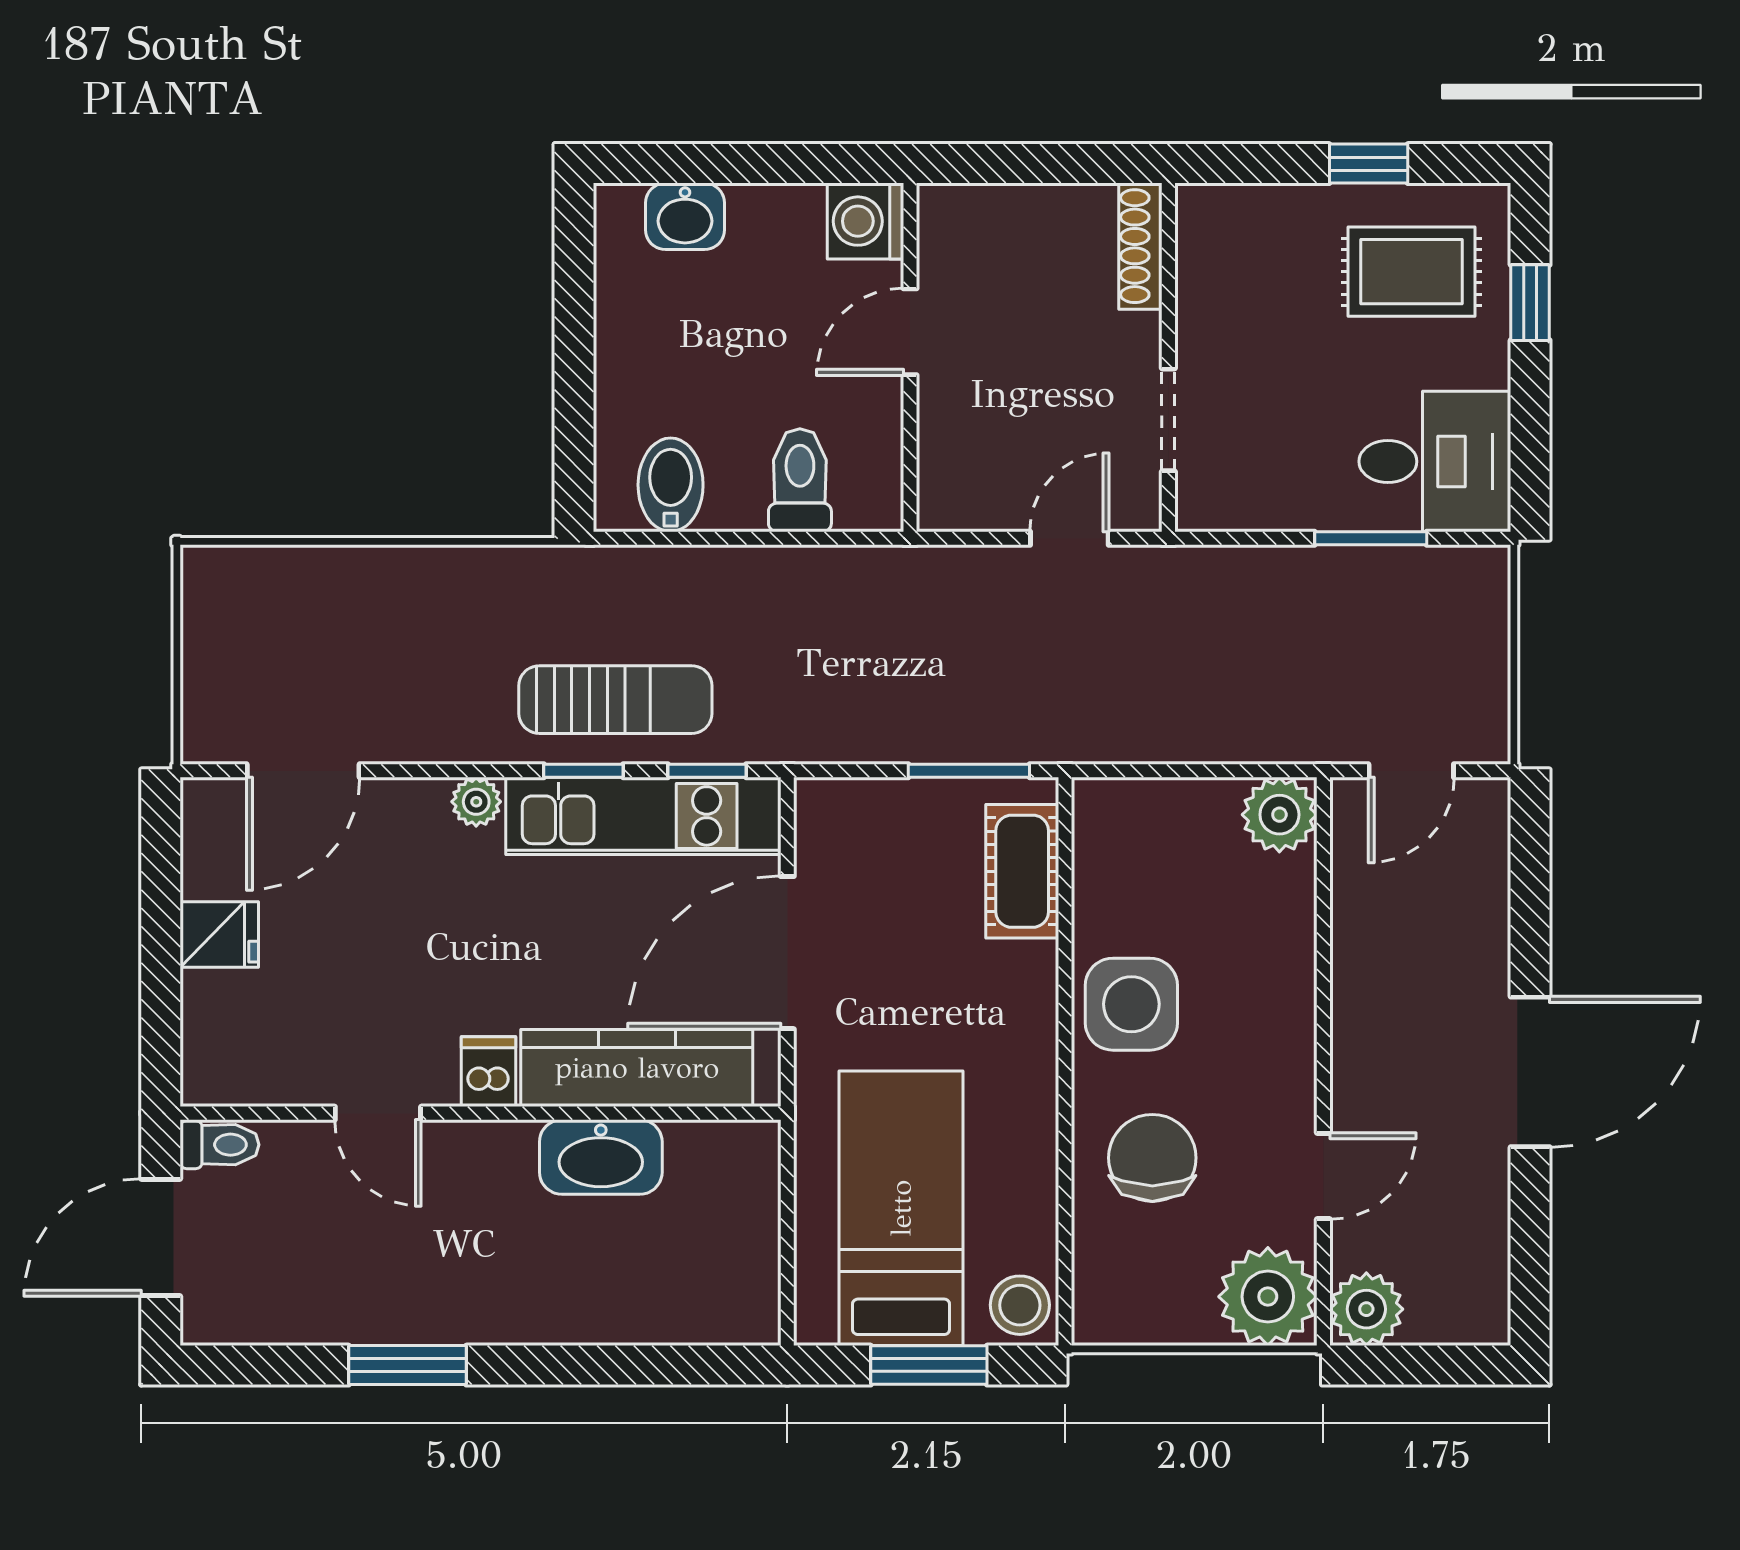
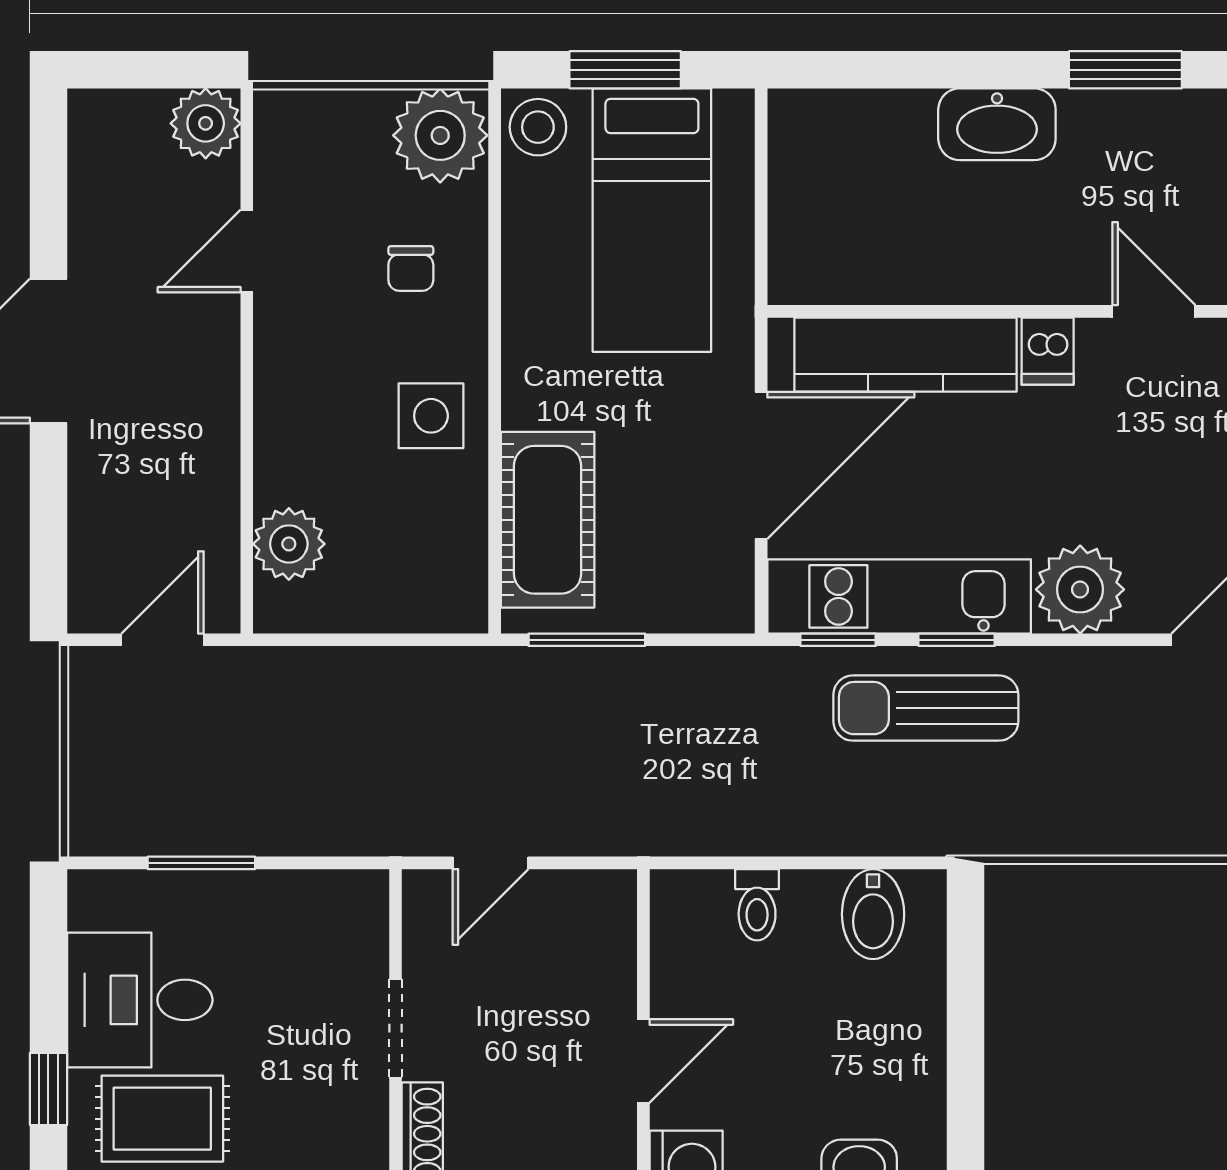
doorway: (1168, 420) -> (395, 1028), moved
desk: (1435, 461) -> (140, 1000), moved
toilet: (800, 480) -> (757, 905), width x0.73, depth x0.72
plant: (476, 802) -> (1080, 589), width x1.87, depth x1.87
plant: (1279, 815) -> (289, 544), moved
cot: (1022, 871) -> (548, 520), width x1.37, depth x1.34
side table: (1131, 1004) -> (431, 416), width x0.73, depth x0.73
washbasin: (601, 1157) -> (997, 124), moved, turned 180
chair: (1152, 1158) -> (411, 268), width x0.54, depth x0.54
plant: (1268, 1297) -> (440, 135), moved

